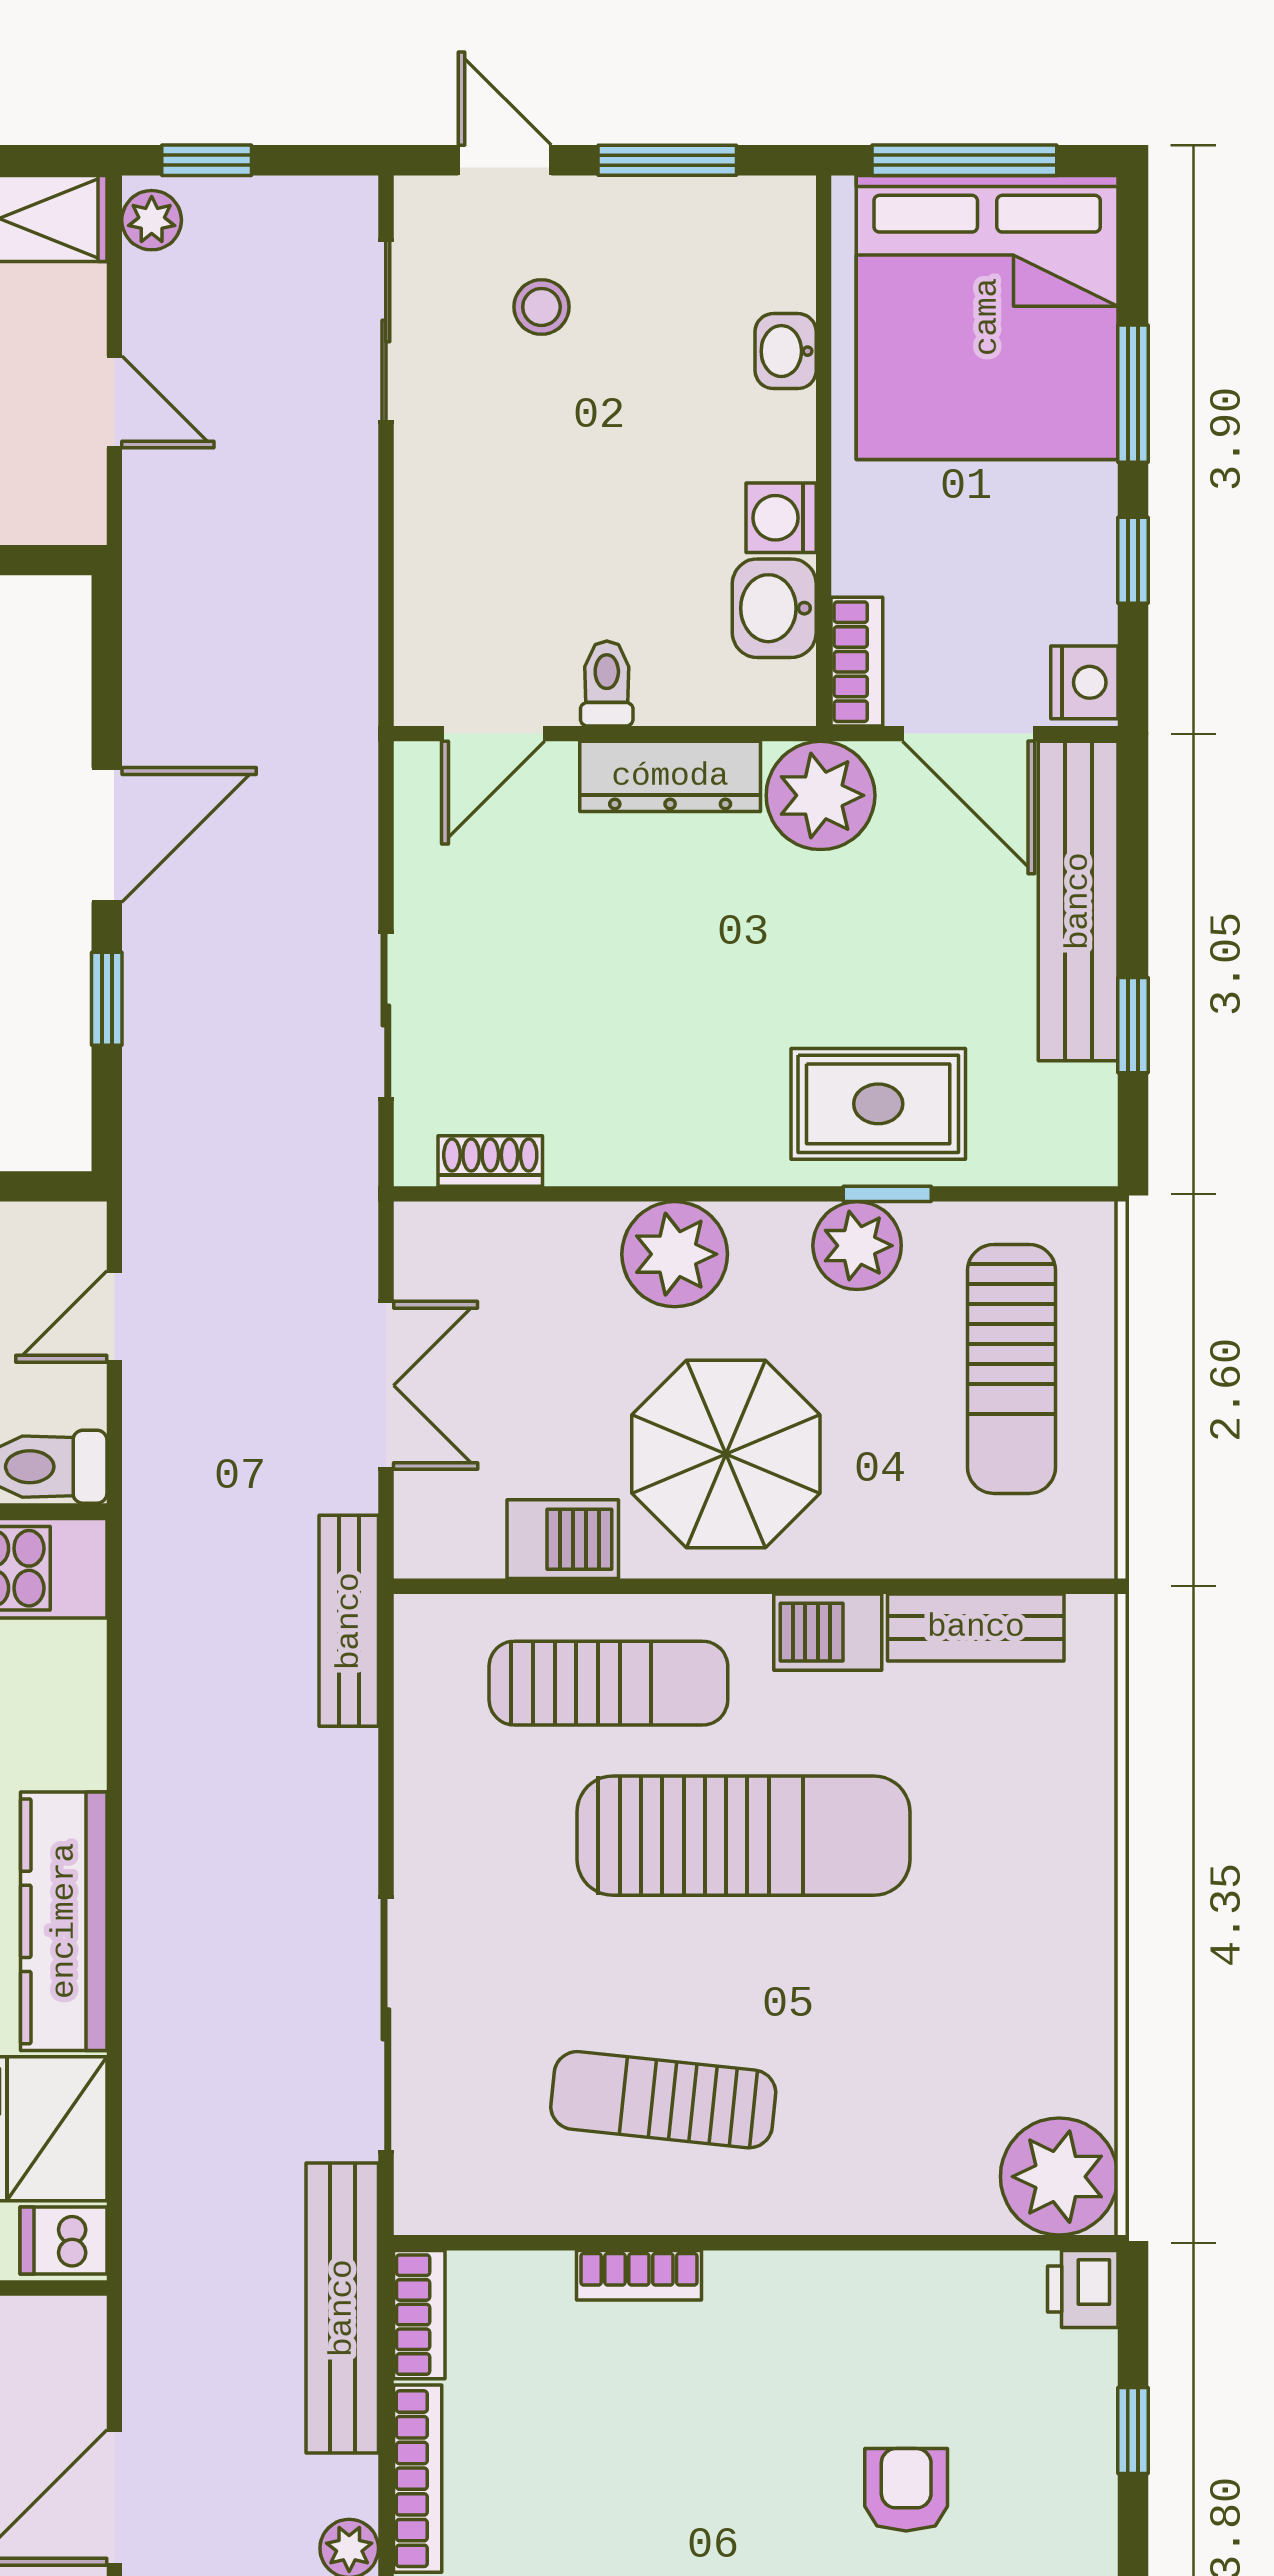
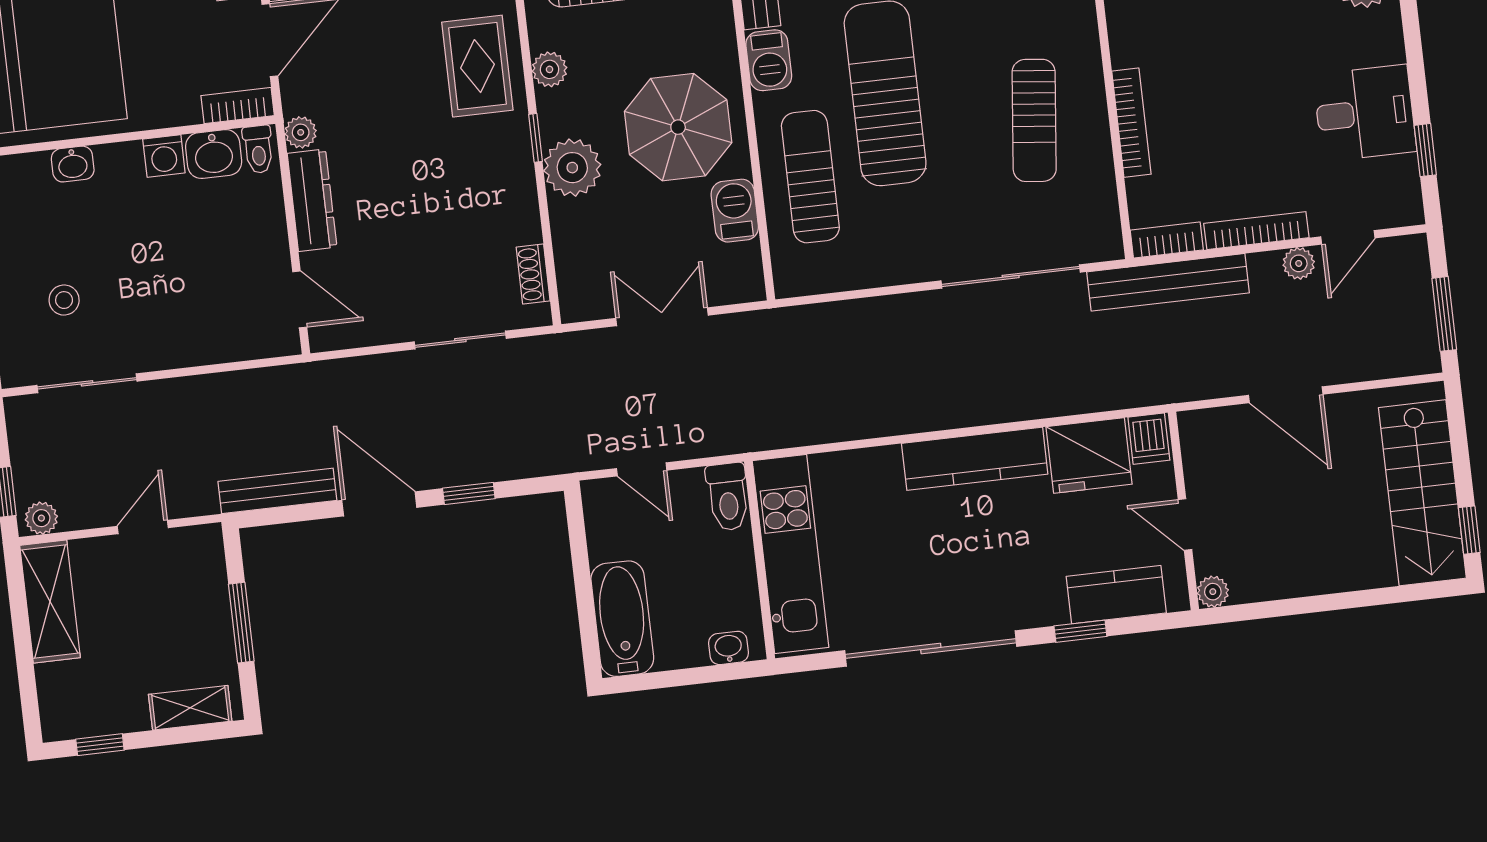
toilet: (607, 684) -> (258, 149), moved, turned -90
plant: (821, 795) -> (301, 132), width x0.53, depth x0.53
window: (887, 1194) -> (536, 138), moved
plant: (857, 1246) -> (550, 69), width x0.73, depth x0.73
bench: (349, 1621) -> (277, 491), moved
bookcase: (639, 2275) -> (1131, 123), width x1.56

